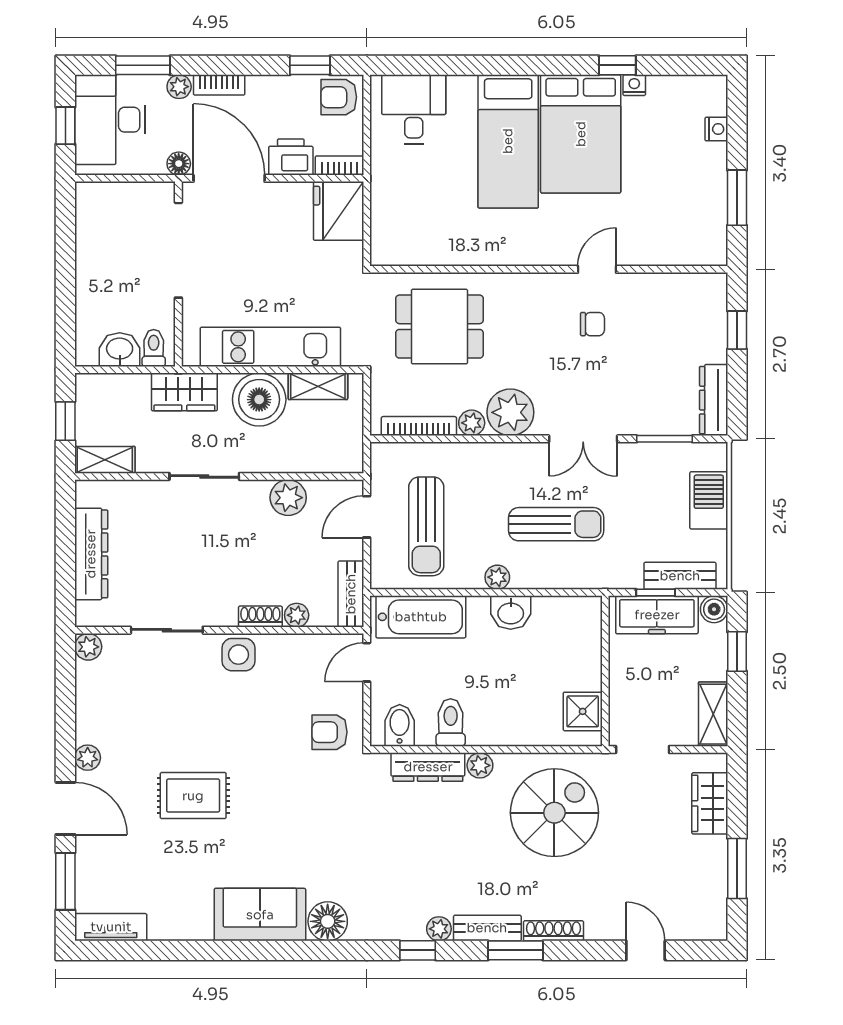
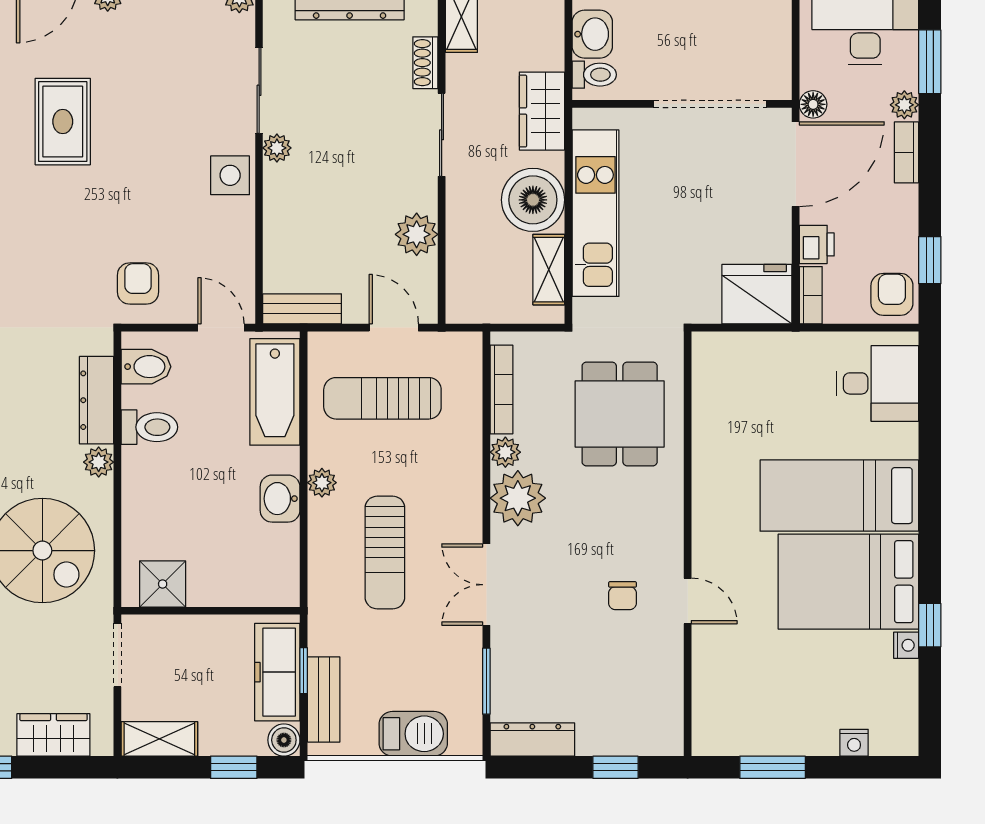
printer: (291, 157) -> (817, 244), width x0.73, depth x0.81
plant: (297, 615) -> (277, 148), moved
shoe rack: (260, 617) -> (425, 63), moved, turned 180

